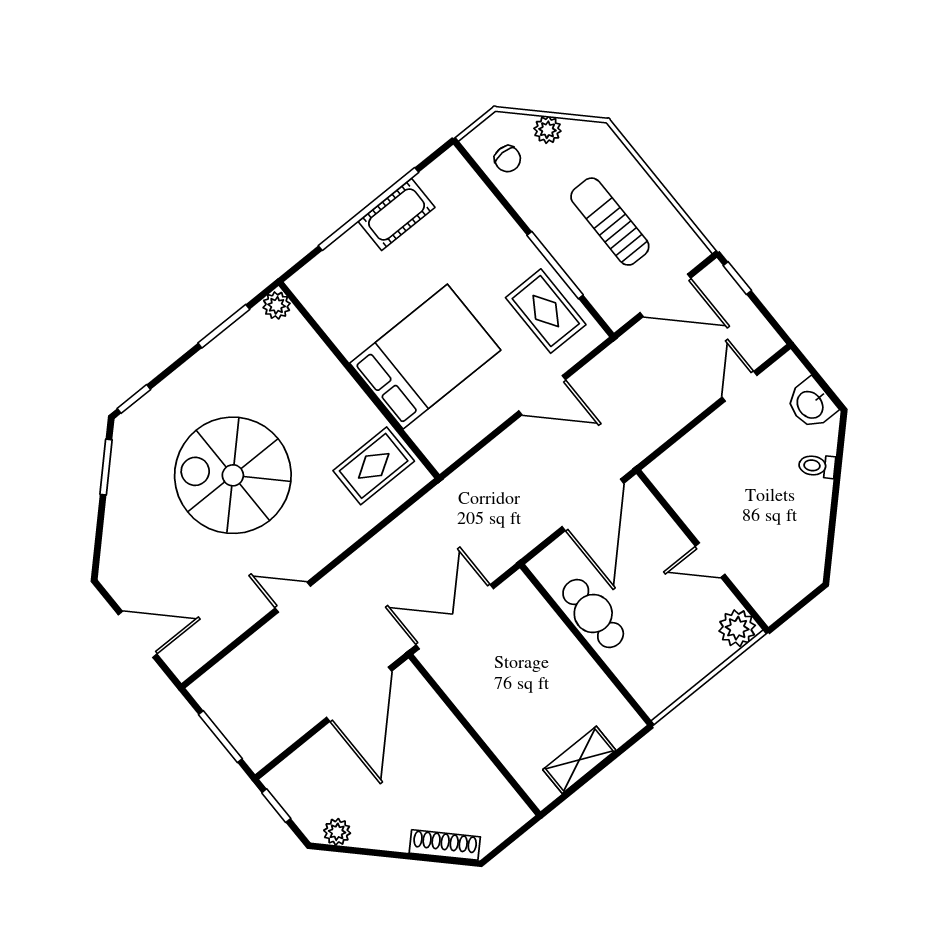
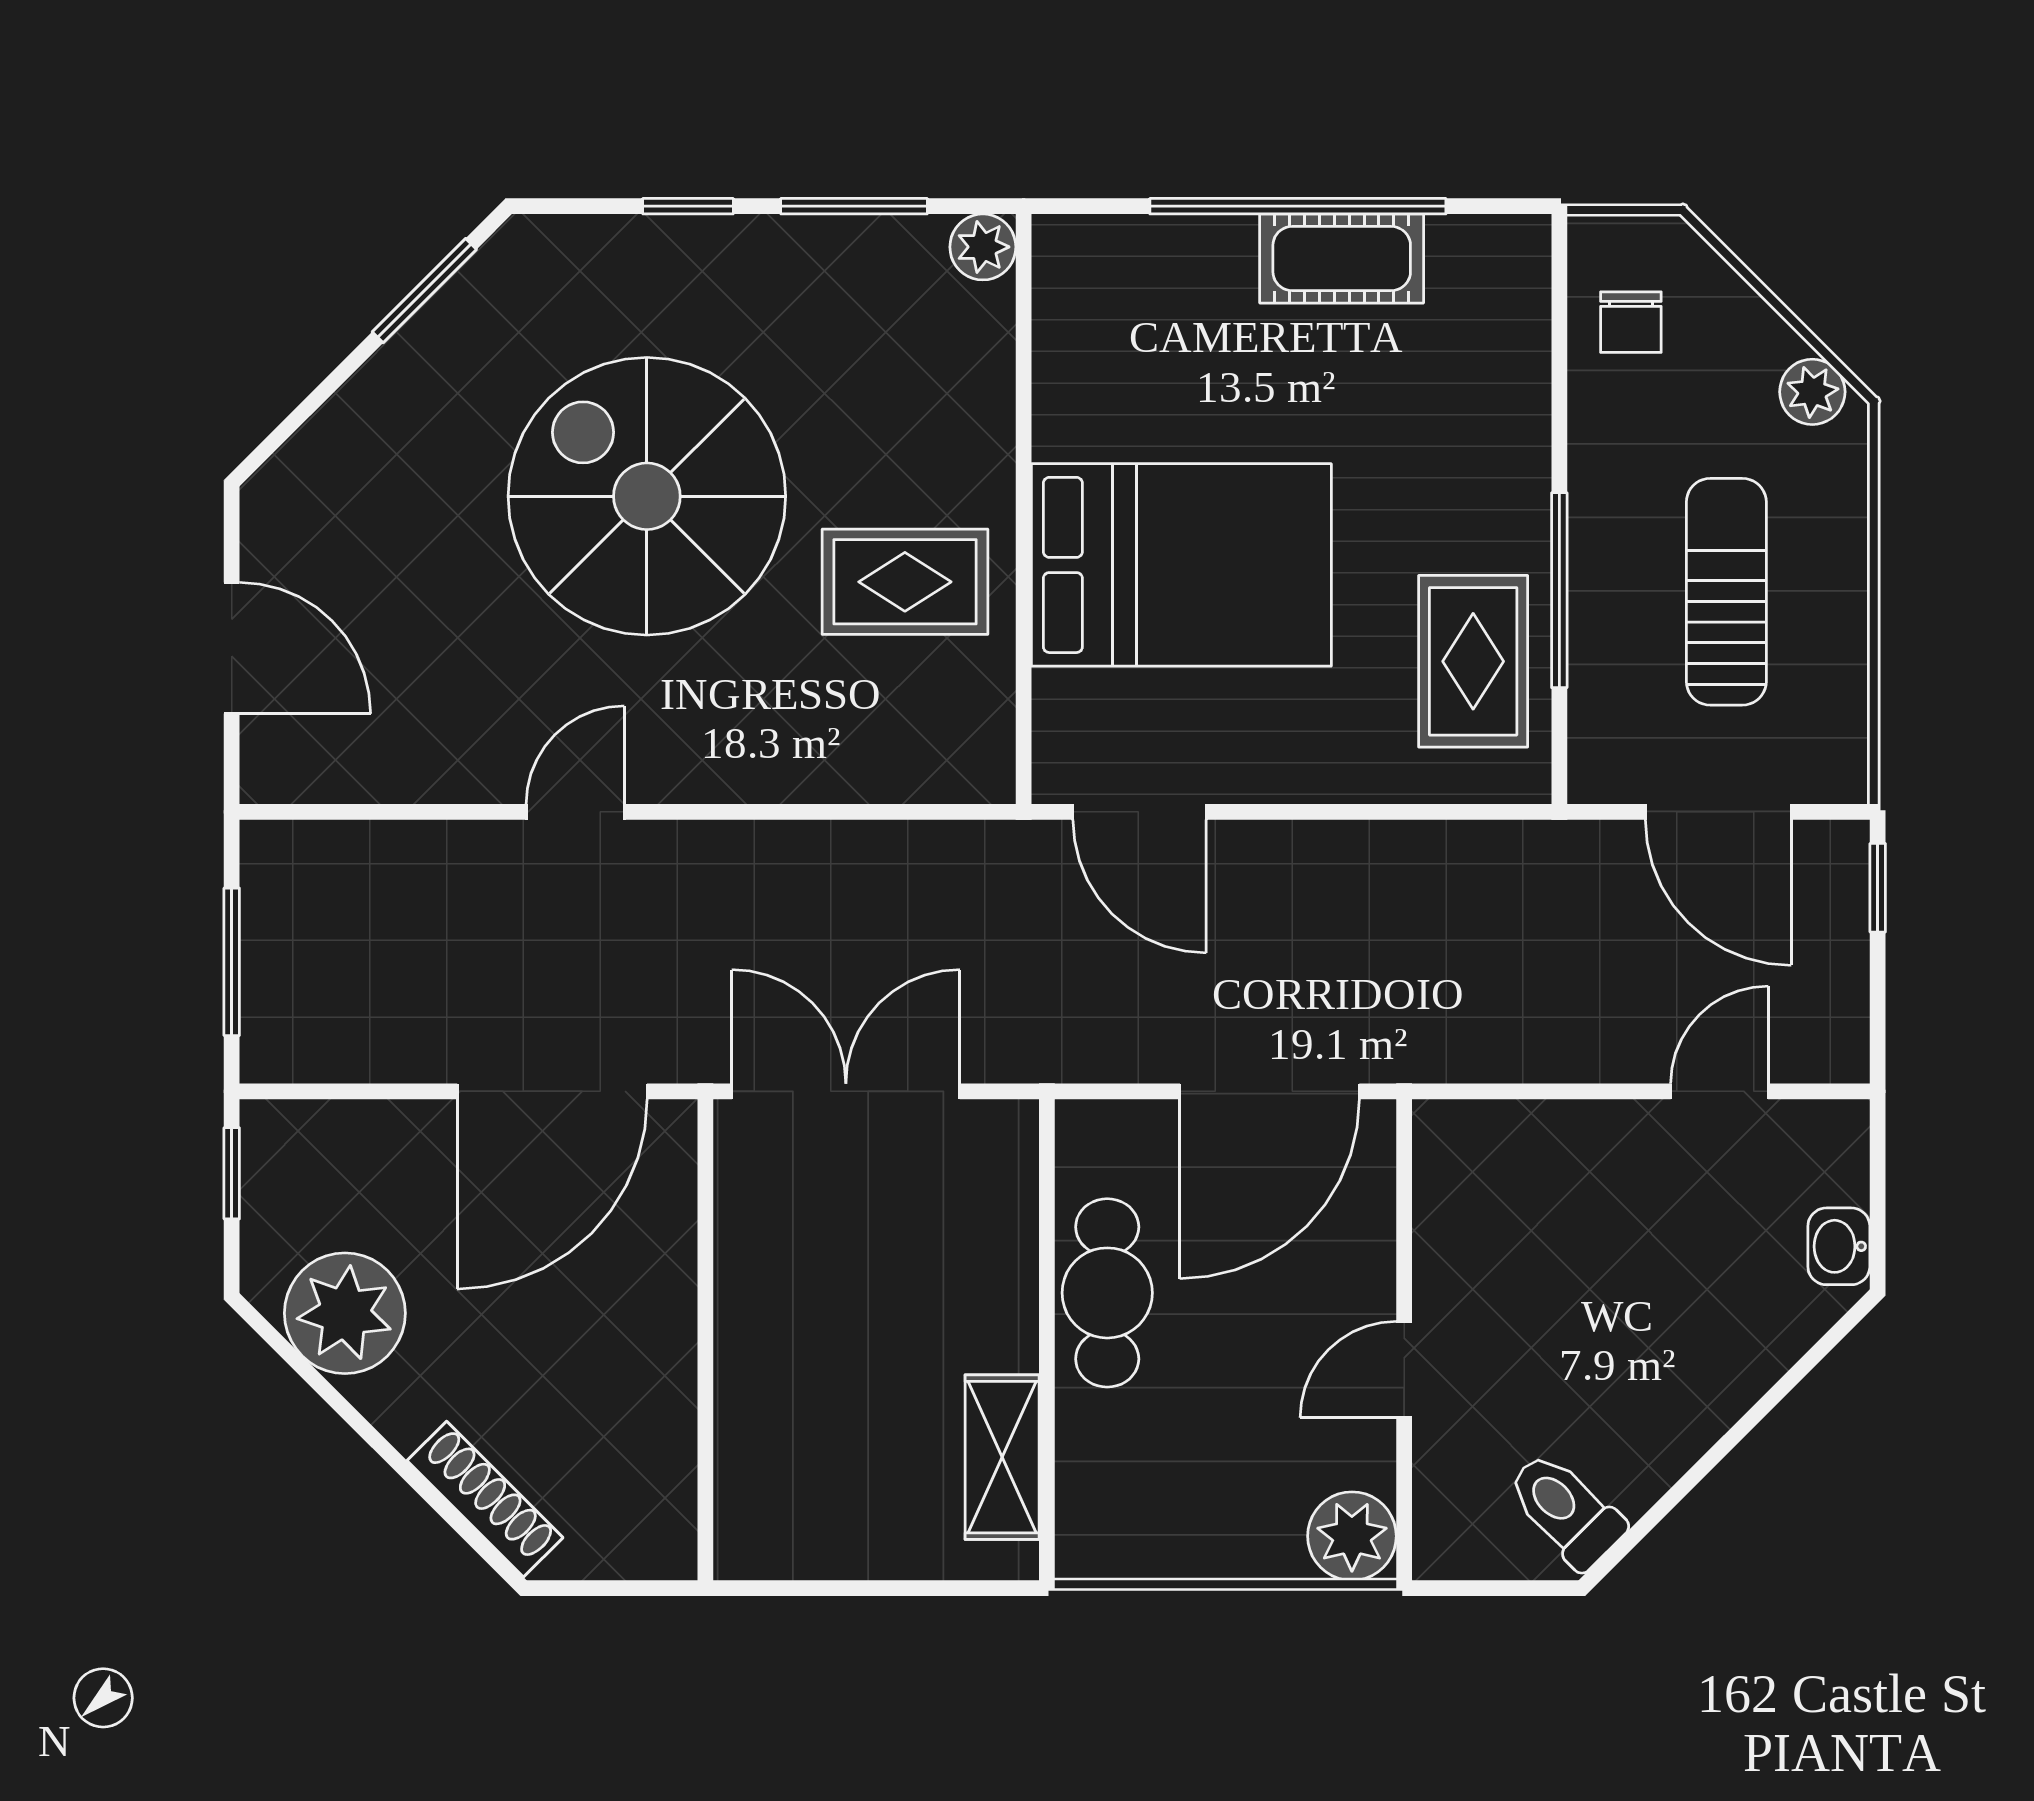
plant: (547, 130) -> (1812, 392), moved
door: (542, 395) -> (1140, 812), moved
window: (134, 399) -> (688, 206), moved
washbasin: (811, 404) -> (1839, 1246), width x0.72, depth x0.69
rug: (374, 466) -> (905, 582), moved
toilet: (817, 466) -> (1565, 1510), moved, width x1.37, depth x1.39
door: (710, 560) -> (1404, 1370), hinge flipped
door: (293, 597) -> (575, 812), hinge flipped
shelving: (579, 760) -> (1002, 1457), moved, turned 90
plant: (337, 832) -> (345, 1313), width x1.87, depth x1.87

